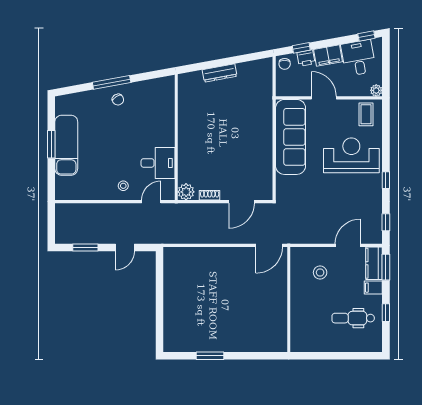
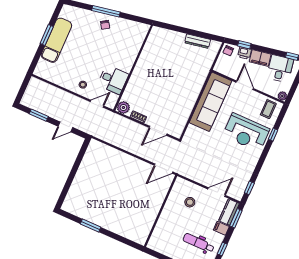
dresser: (220, 73) -> (198, 41), moved
reception desk: (351, 155) -> (246, 132), turned 180
window: (386, 180) -> (273, 135), moved

